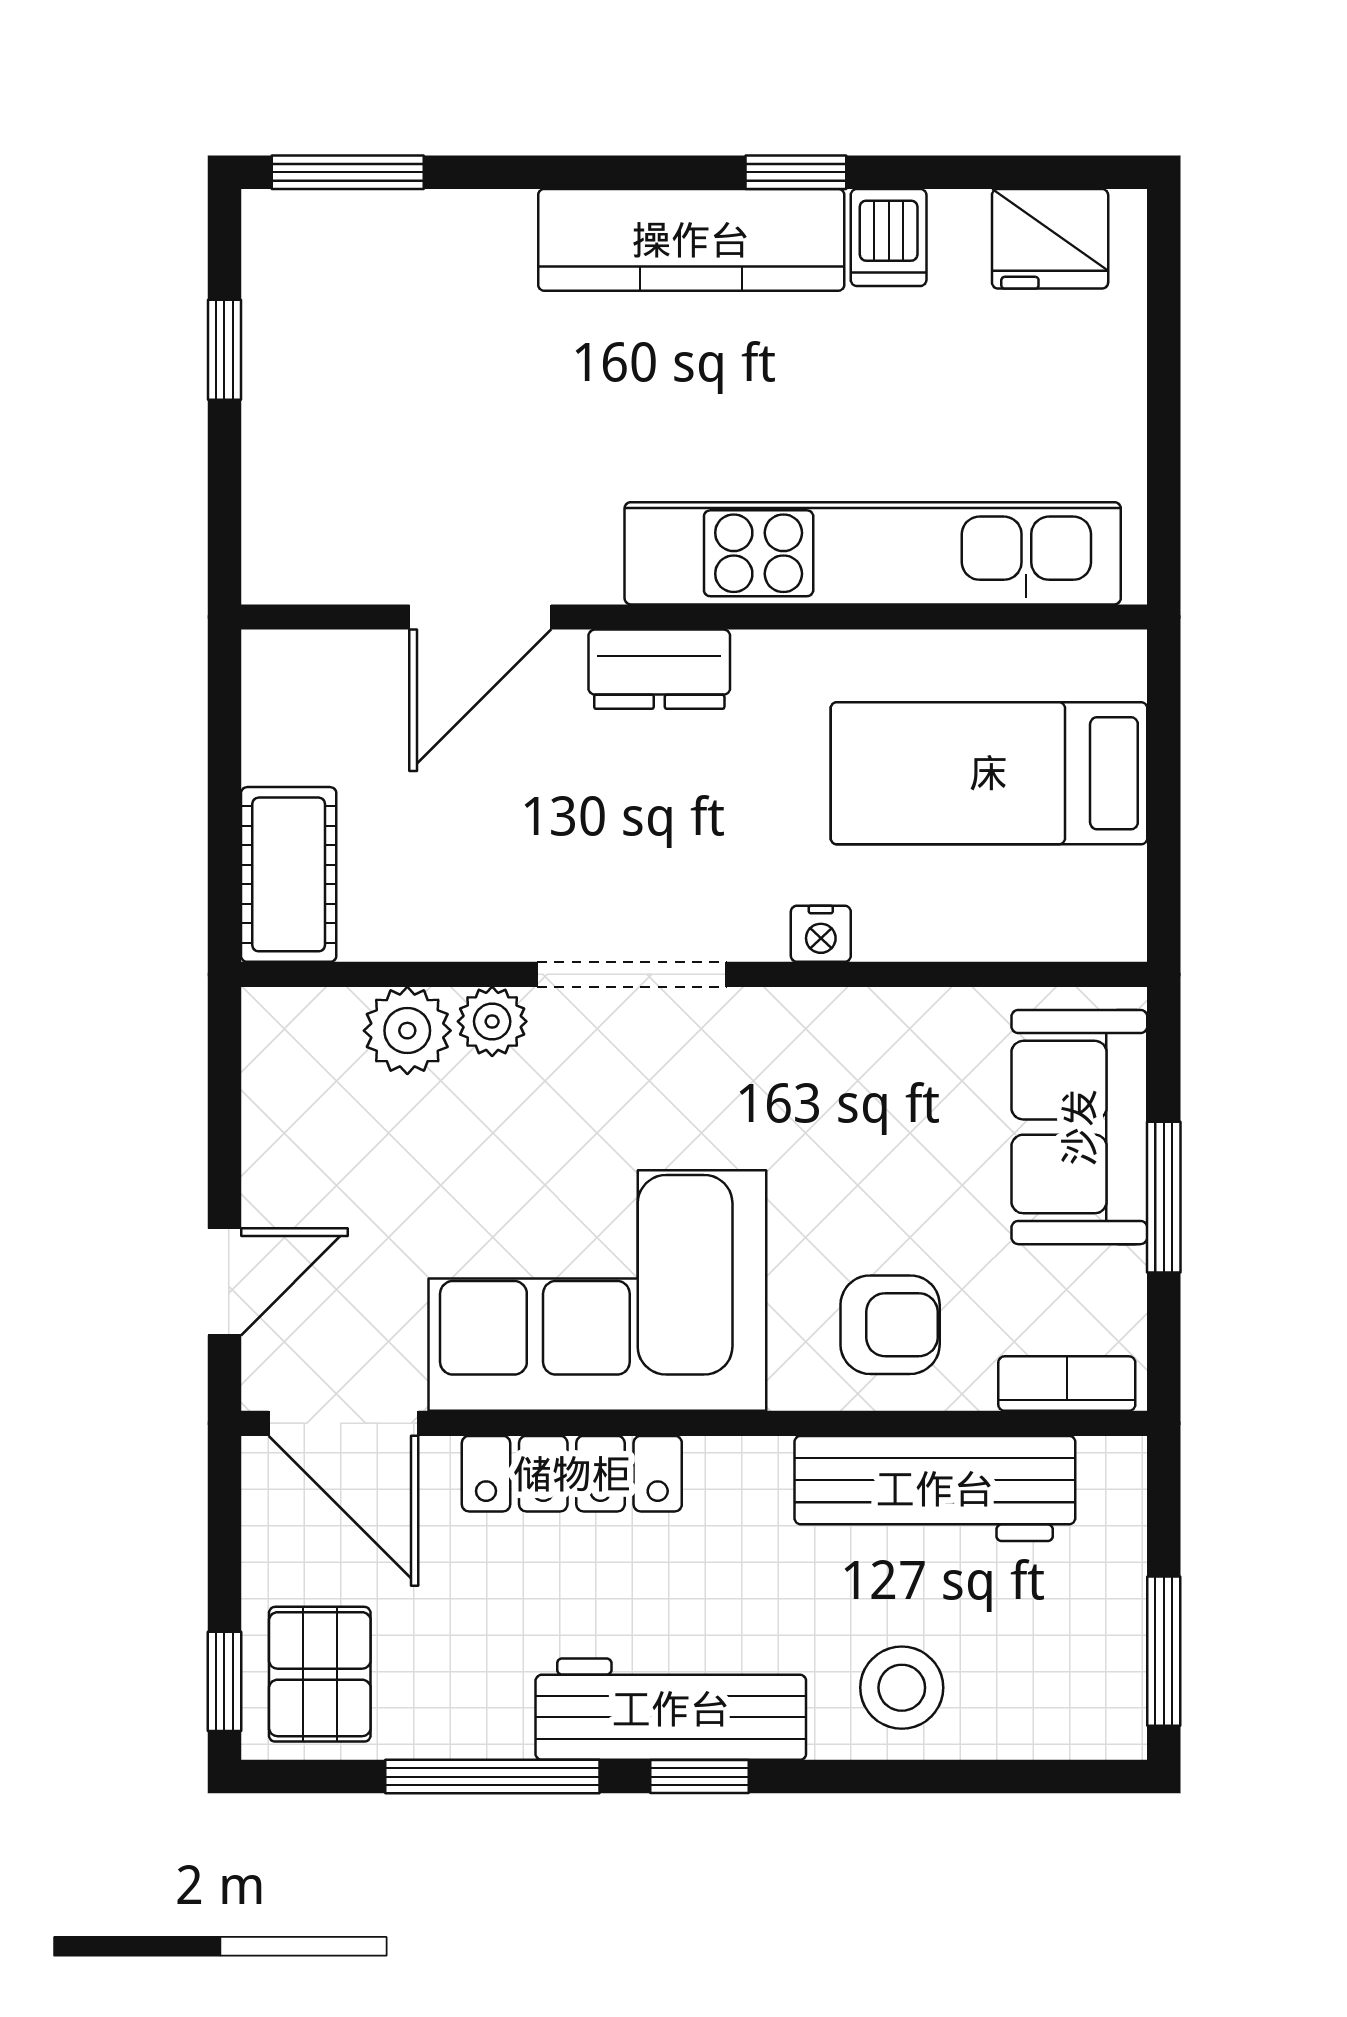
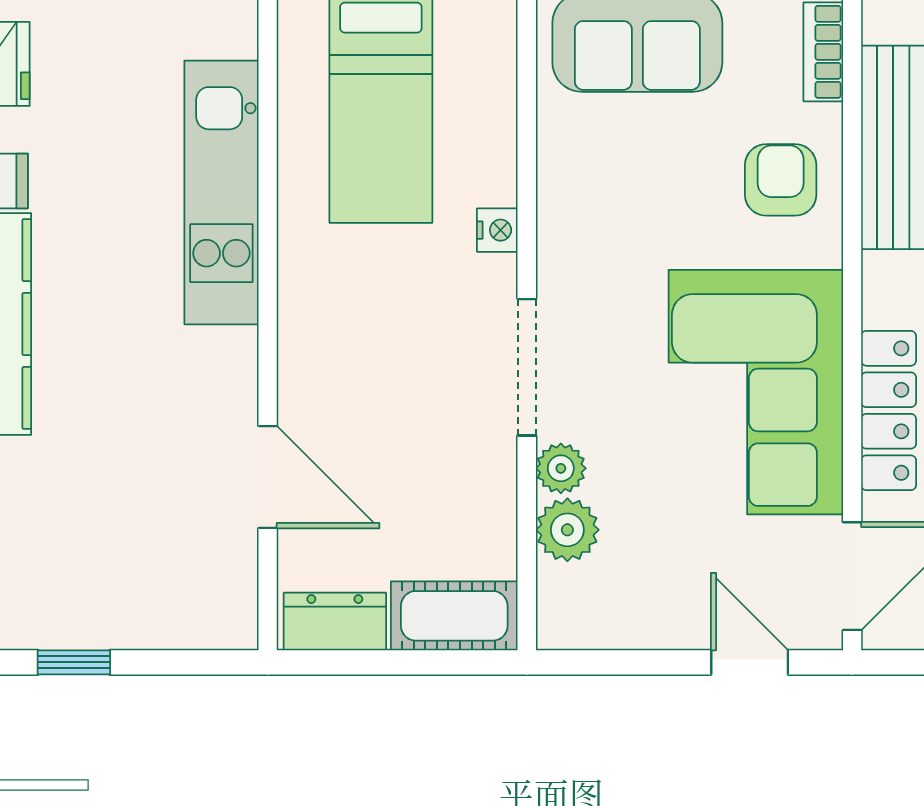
kitchen unit: (873, 553) -> (221, 193), width x0.73
dresser: (659, 669) -> (335, 622), moved, turned -90

